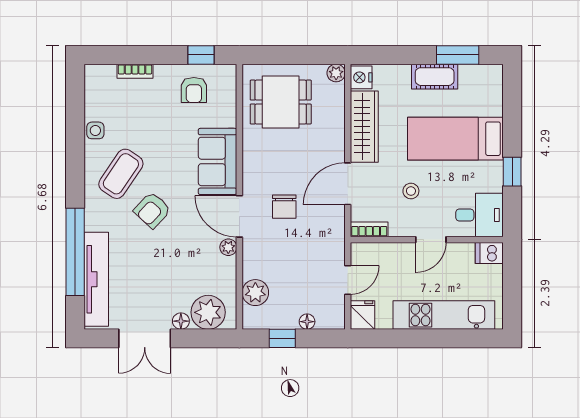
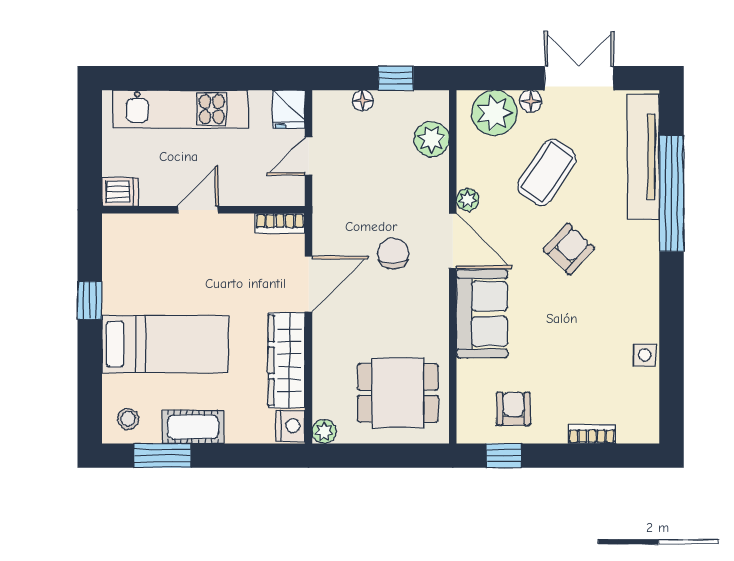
coffee table: (121, 174) -> (547, 172), moved
stool: (411, 191) -> (128, 419), moved
desk: (479, 215) -> (133, 242), removed

